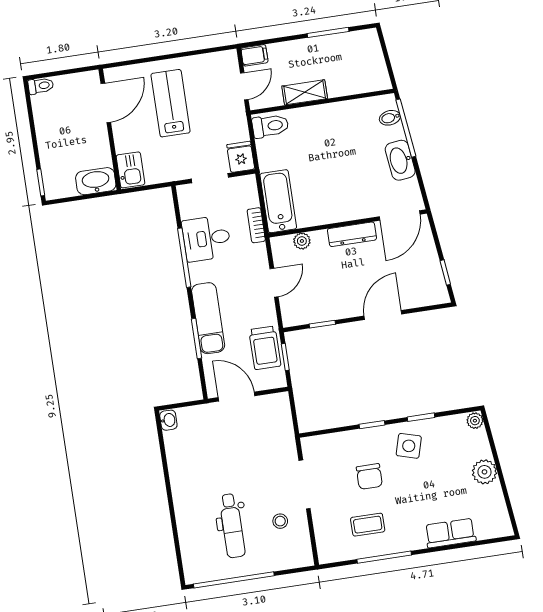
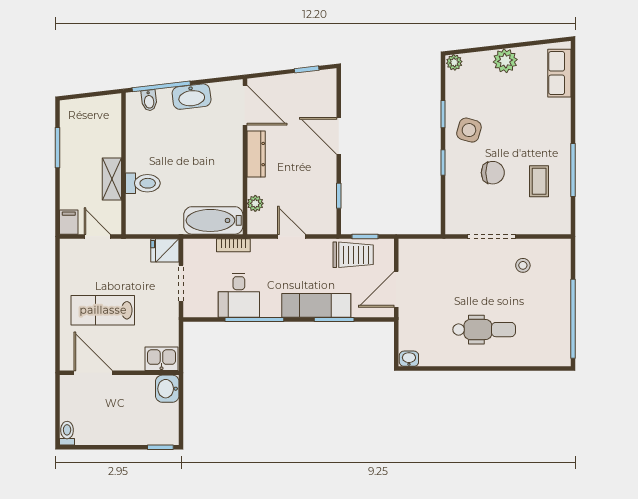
toilet: (270, 126) -> (143, 183), moved, turned 90
washbasin: (96, 181) -> (167, 389), width x0.72
dental chair: (232, 526) -> (484, 330), moved
row of seats: (450, 533) -> (559, 73), moved

